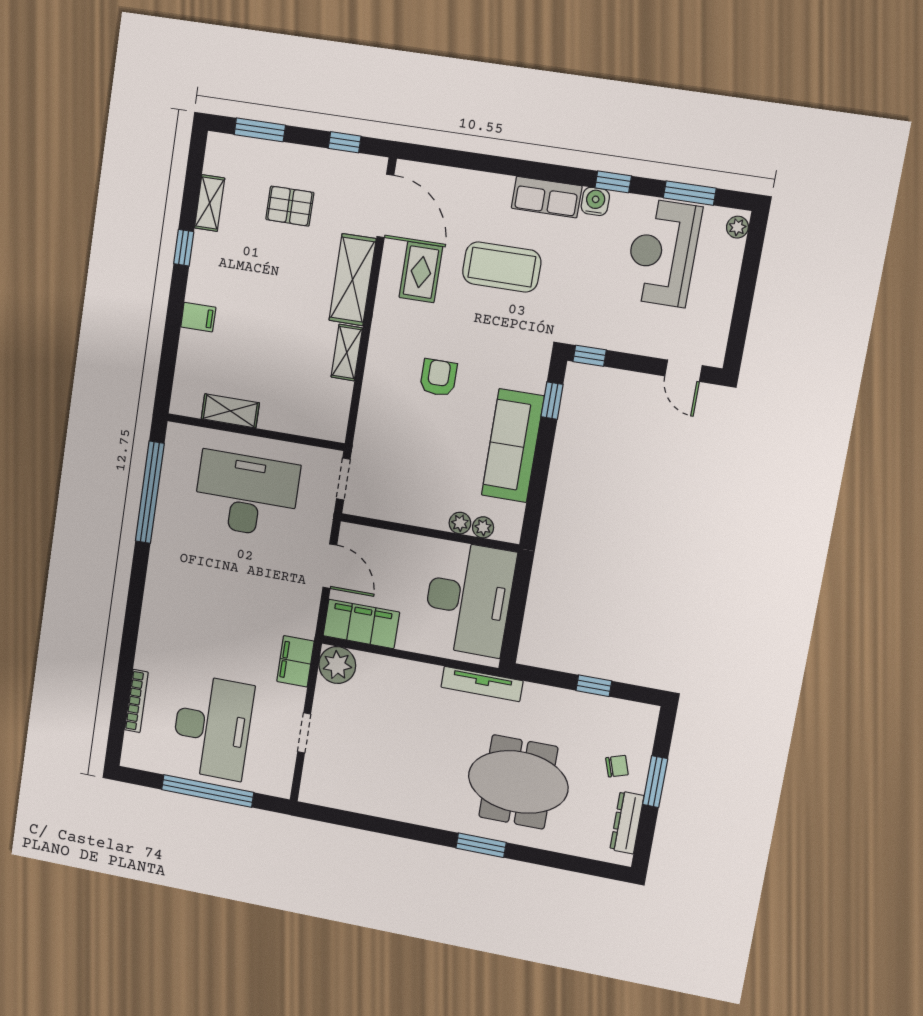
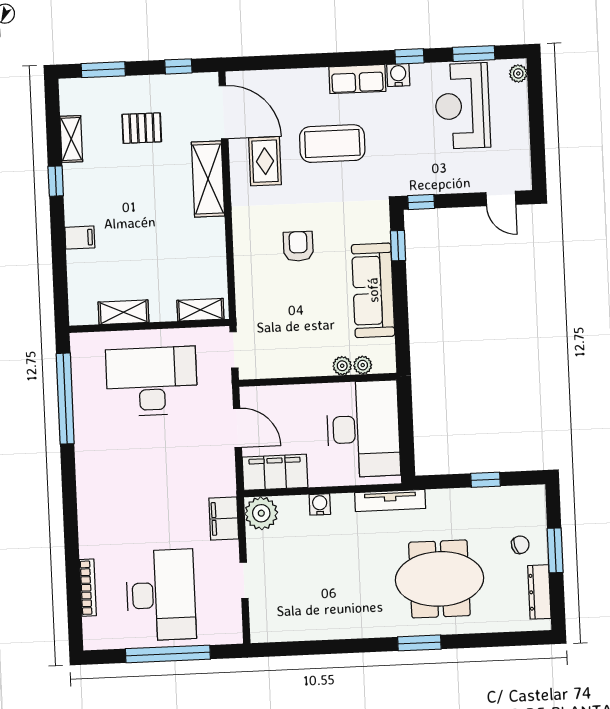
shelving: (347, 353) -> (200, 310), moved, turned 90
water cooler: (403, 670) -> (320, 504), added

